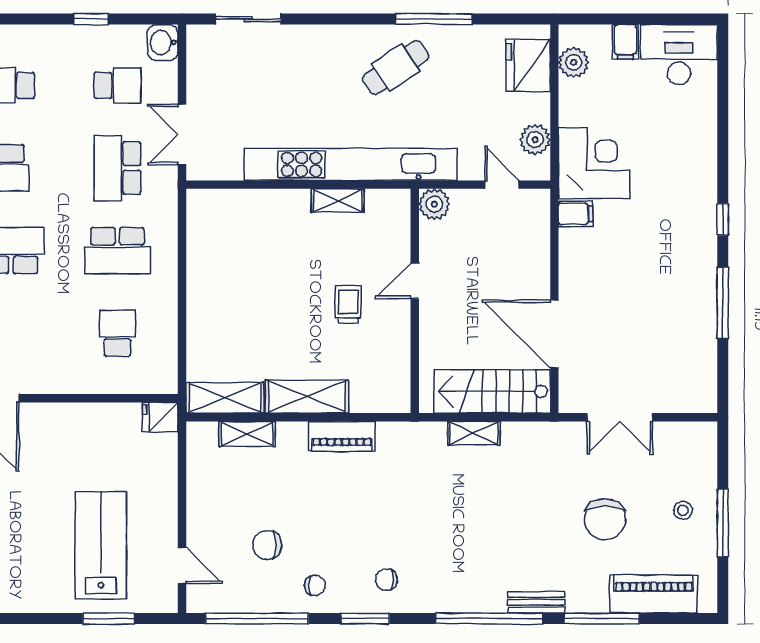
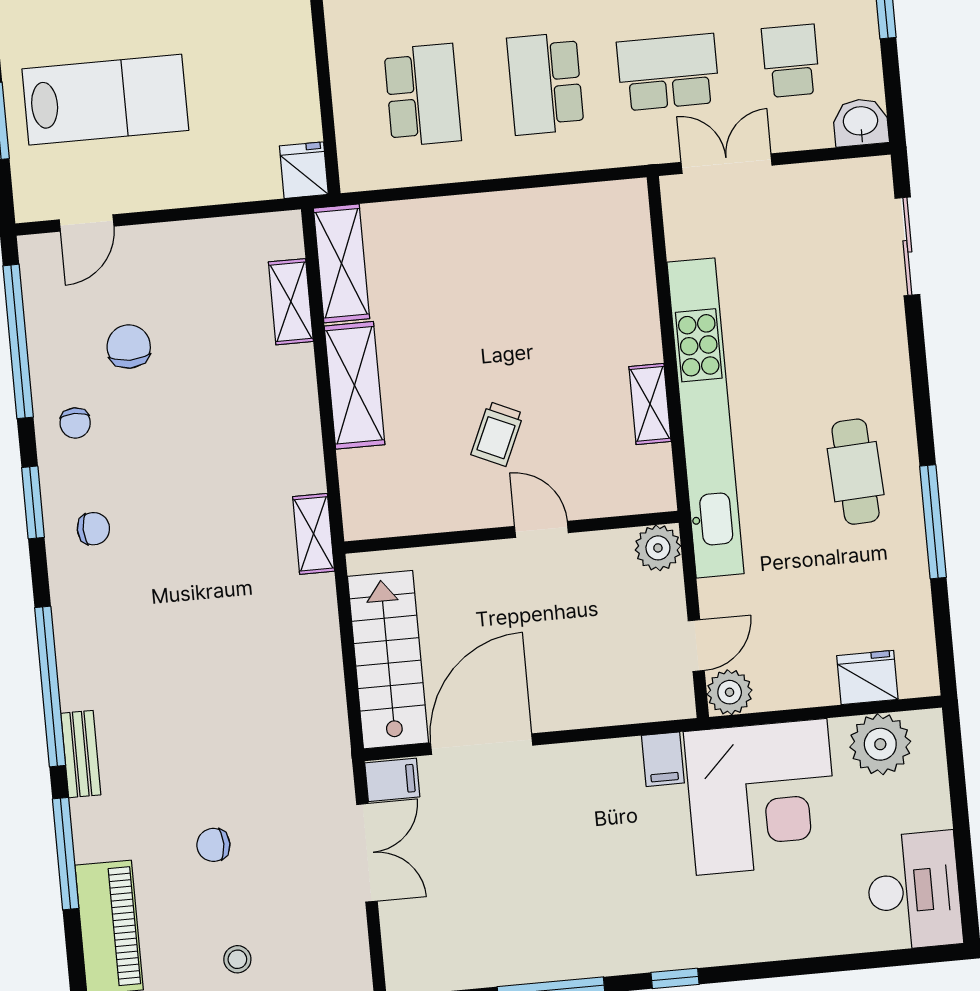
filing cabinet: (625, 42) -> (392, 780), moved, turned 180
plant: (574, 62) -> (880, 744), width x1.36, depth x1.36
fridge: (528, 65) -> (867, 677), width x0.73, depth x0.75
cafe table: (396, 68) -> (856, 472), turned 31
school desk: (117, 85) -> (791, 61), turned 180
plant: (535, 140) -> (730, 692), moved
corner desk: (594, 163) -> (762, 797), width x1.36, depth x1.36
trolley: (348, 304) -> (497, 434), turned 114
school desk: (117, 333) -> (423, 95), width x1.85
double door: (620, 417) -> (367, 853), swing flipped
shelving: (474, 433) -> (314, 534), moved
piano: (342, 436) -> (300, 443), removed
chair: (605, 519) -> (213, 845), width x0.54, depth x0.54
chair: (386, 580) -> (93, 529), turned 90

